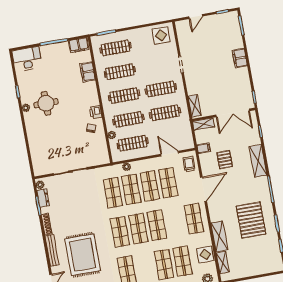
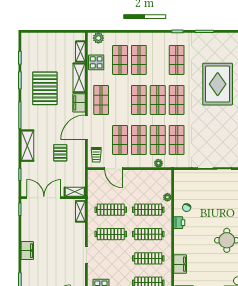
clothes rail: (133, 143) -> (148, 185), removed
filing cabinet: (204, 148) -> (79, 103), moved, width x2.00

